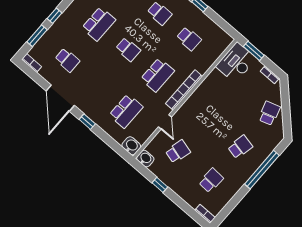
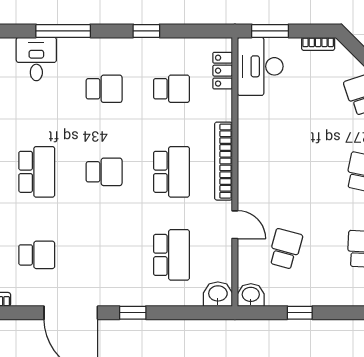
locker: (218, 50) -> (223, 71), added

